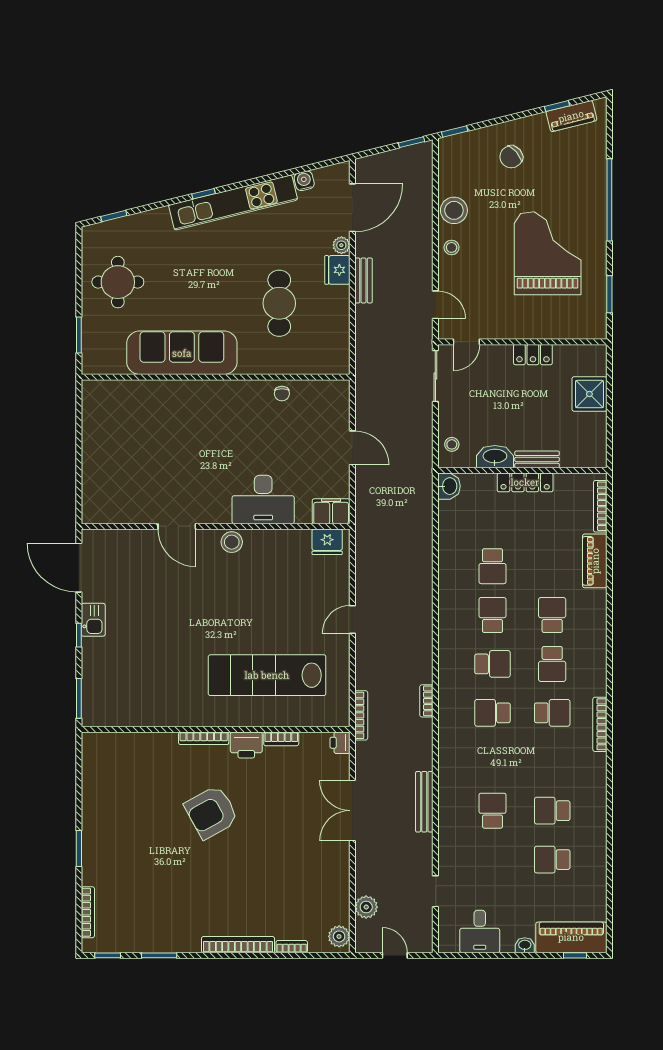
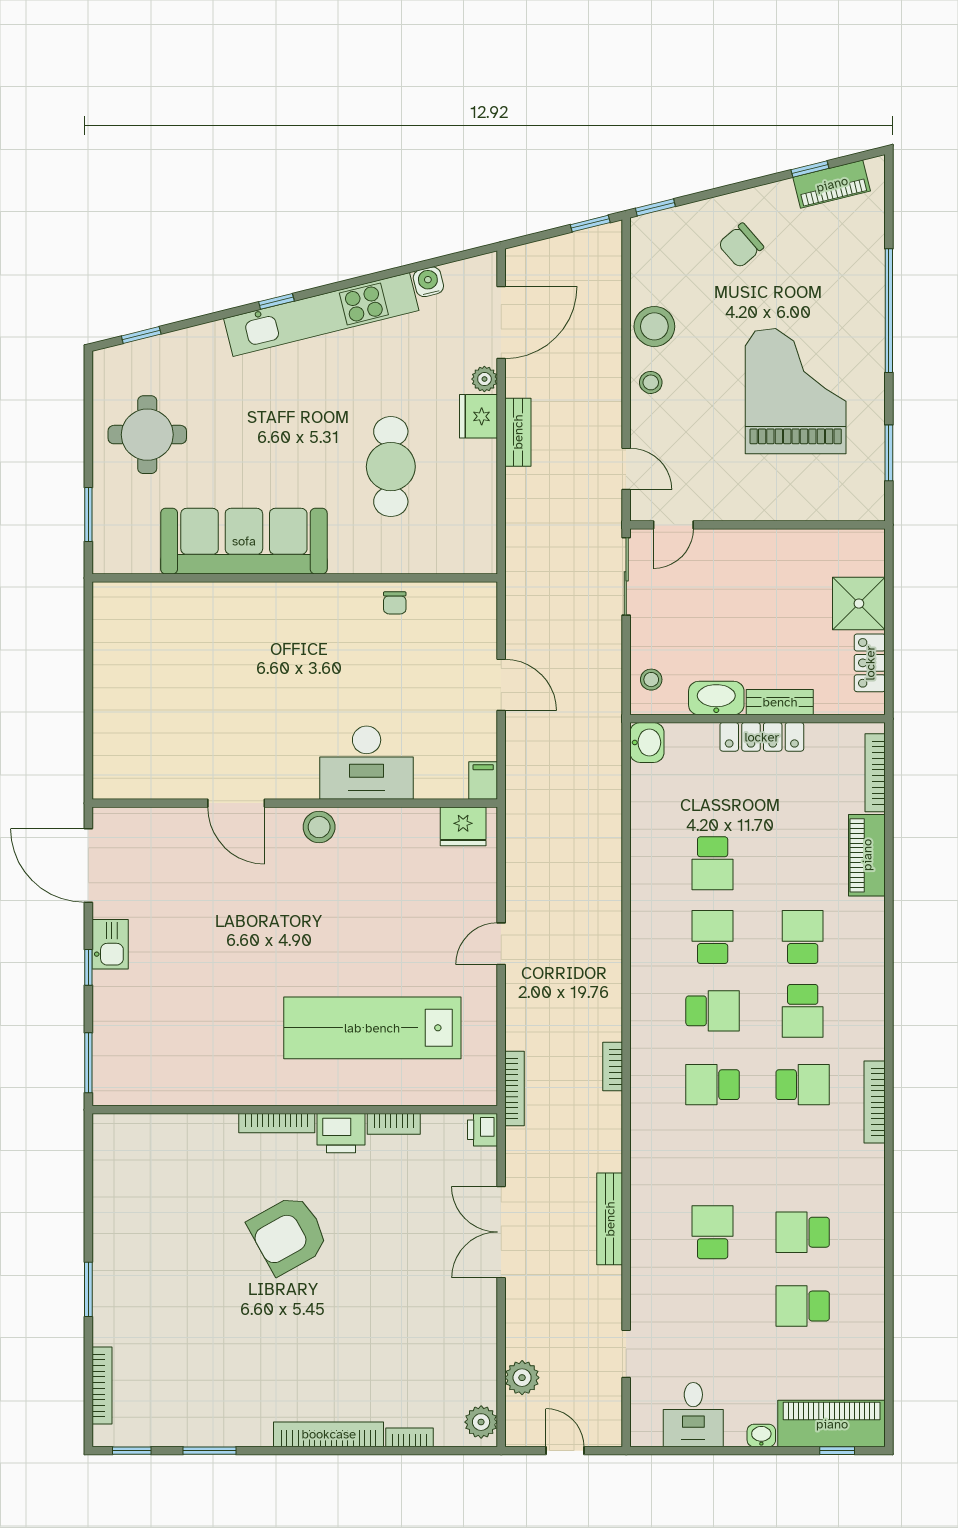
locker: (533, 355) -> (870, 663), moved, turned 90
filing cabinet: (331, 511) -> (483, 780), width x0.50

